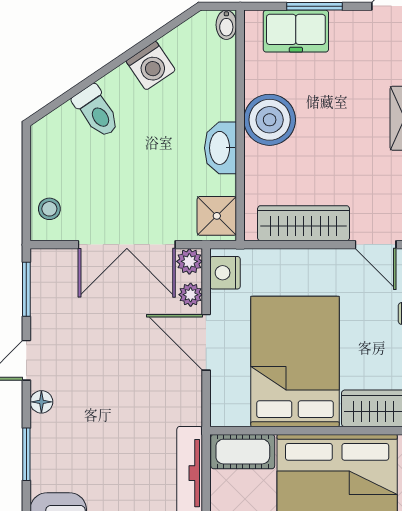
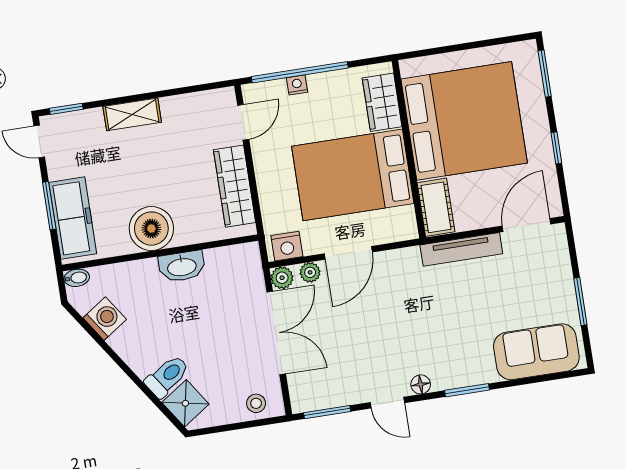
freezer: (296, 31) -> (73, 218), width x1.40
washing machine: (151, 66) -> (105, 319), moved
shower: (217, 216) -> (185, 403), moved, turned -34

